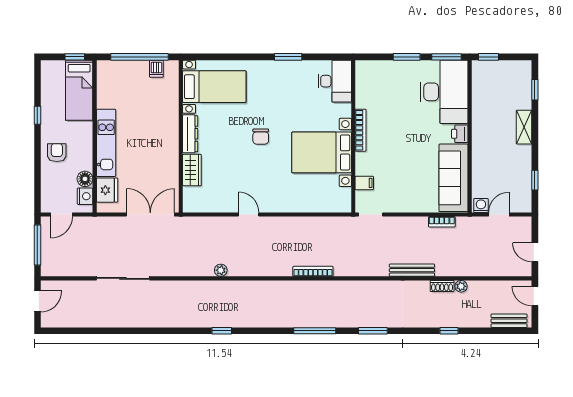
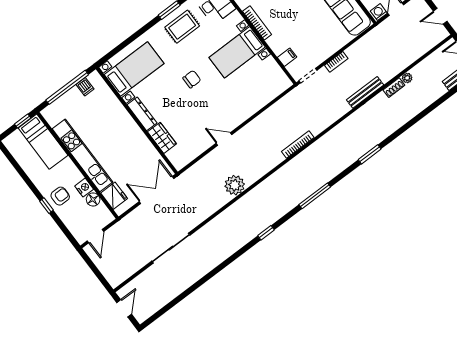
rug: (289, 81) -> (182, 27), added
window: (37, 115) -> (46, 206), moved
chair: (261, 137) -> (192, 79), turned -90
kitchen unit: (106, 143) -> (82, 155), width x1.36
bed with nightstands: (322, 152) -> (237, 52), width x0.73
armchair: (57, 153) -> (60, 196), turned 90
nightstand: (85, 196) -> (84, 188), moved
bookcase: (442, 222) -> (336, 62), moved
window: (37, 245) -> (95, 270), removed
plant: (221, 270) -> (235, 185), width x1.88, depth x1.88
window: (315, 331) -> (315, 196), moved
window: (449, 331) -> (422, 115), removed

